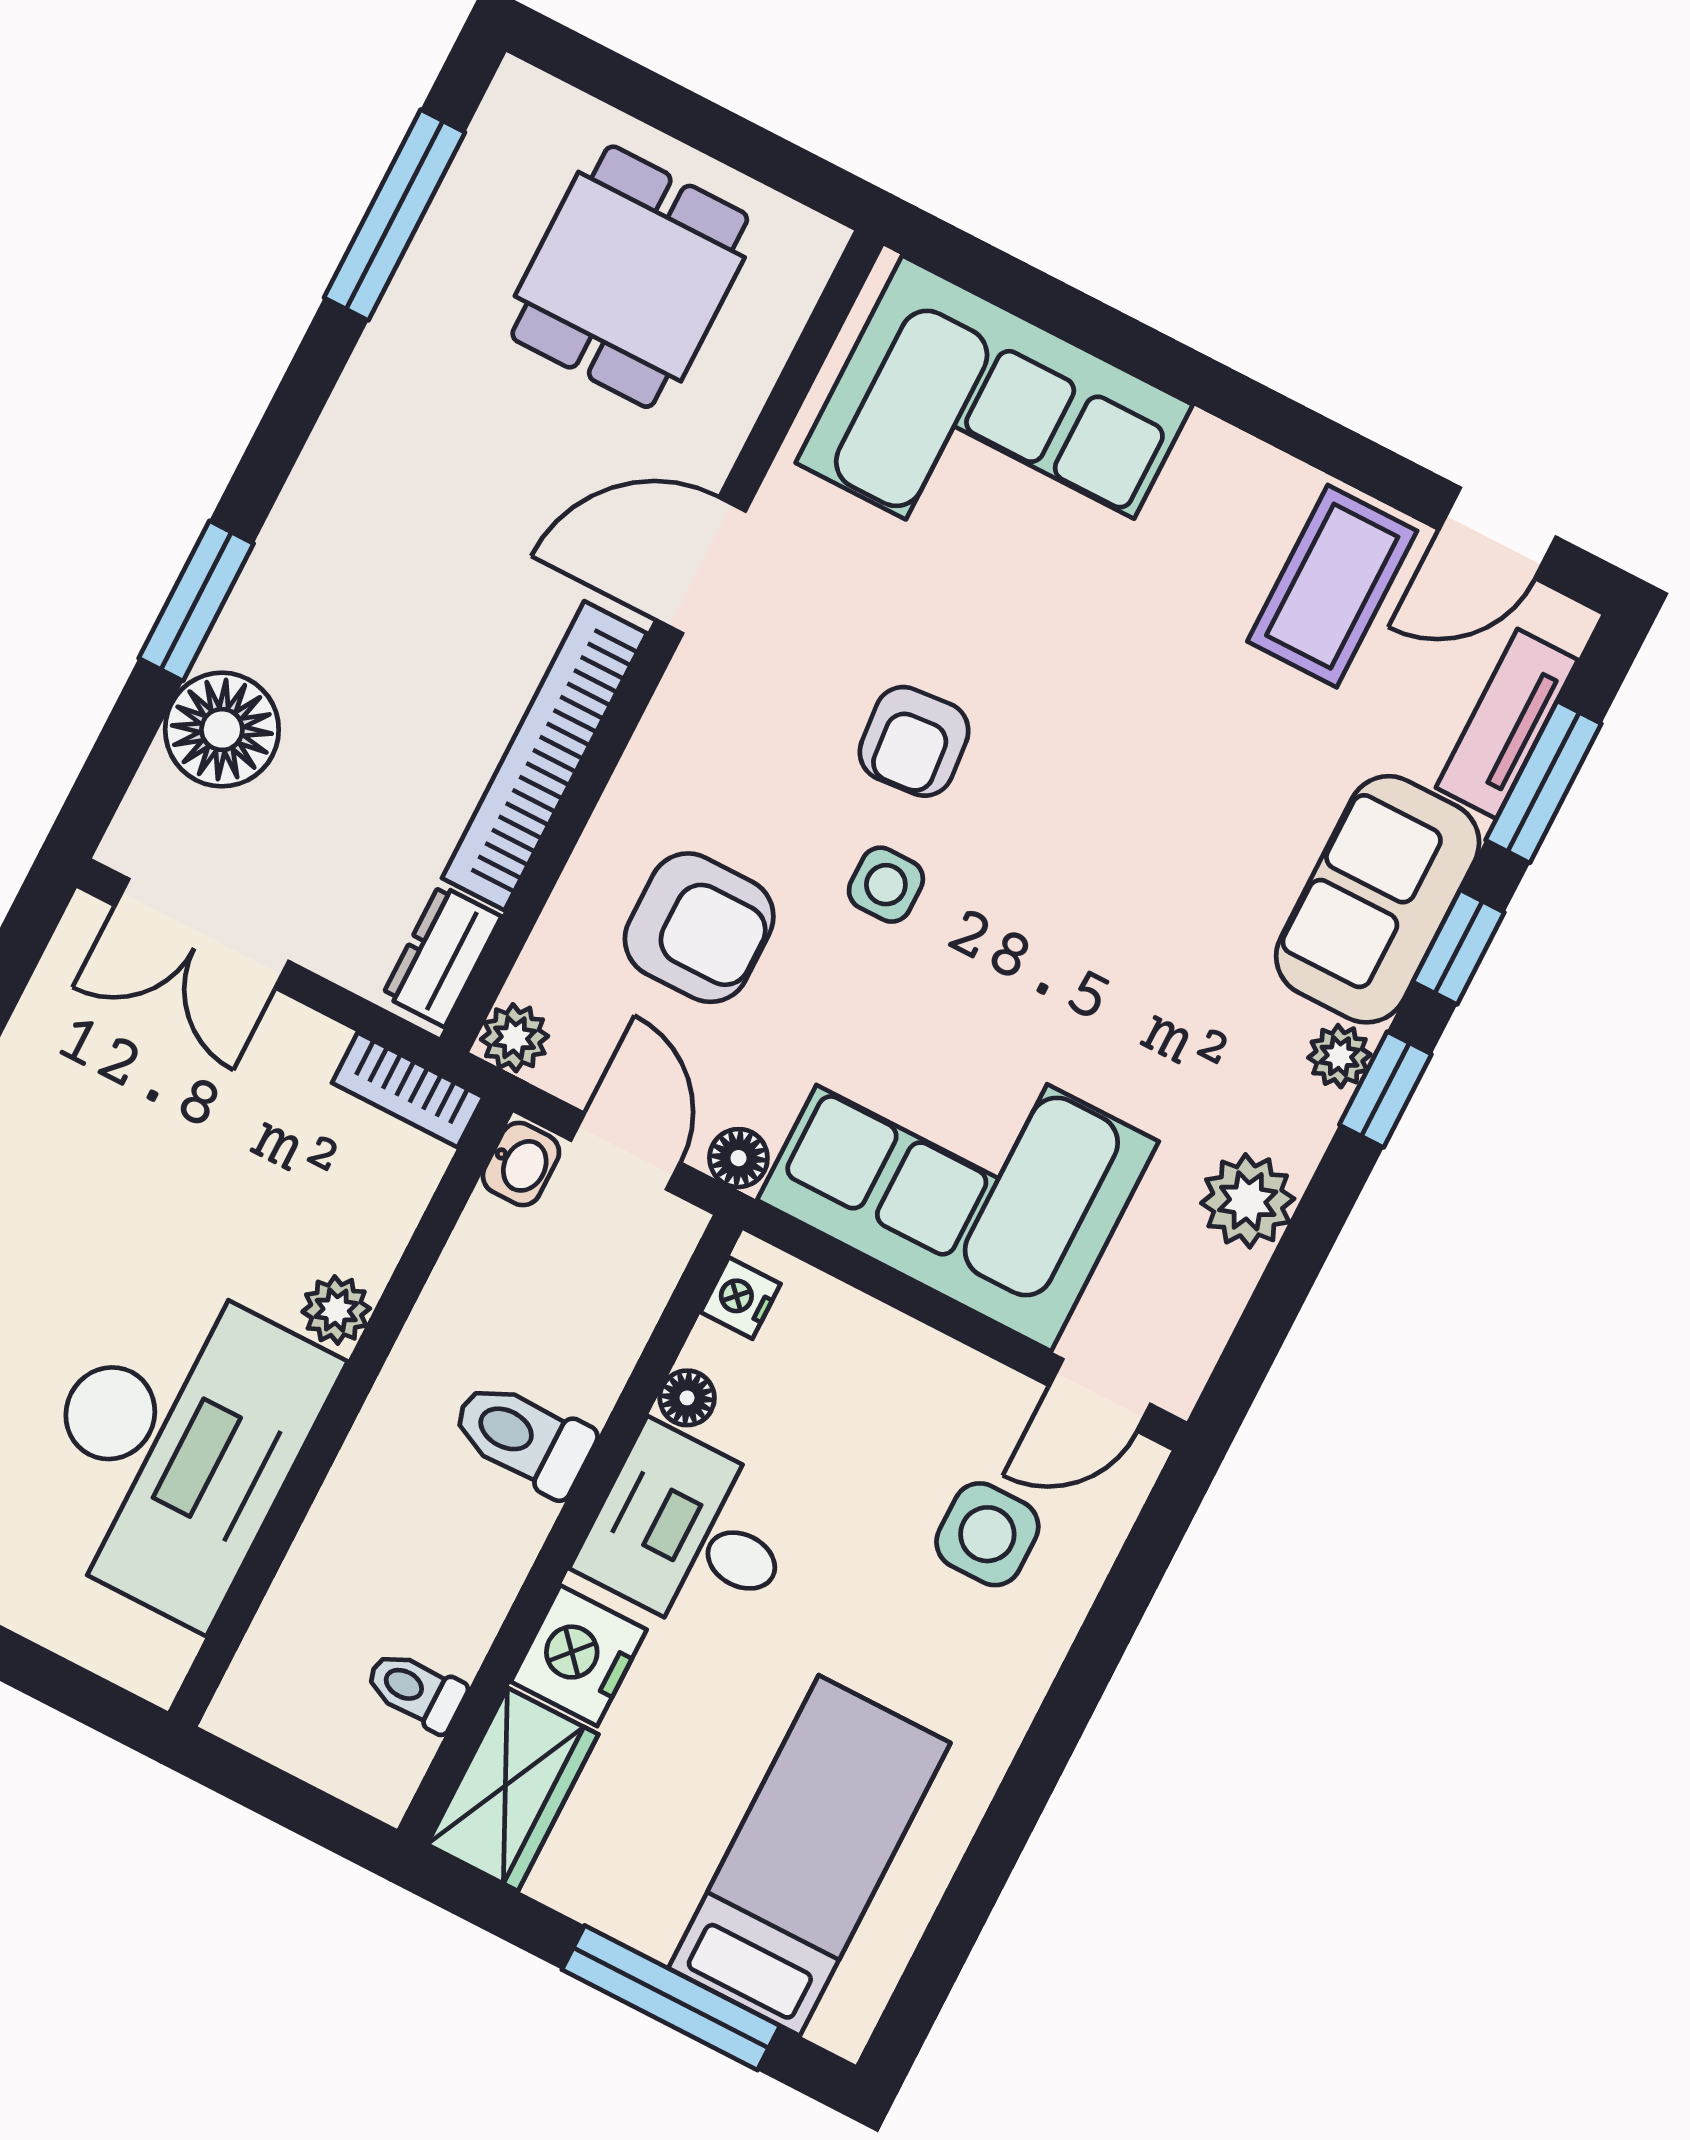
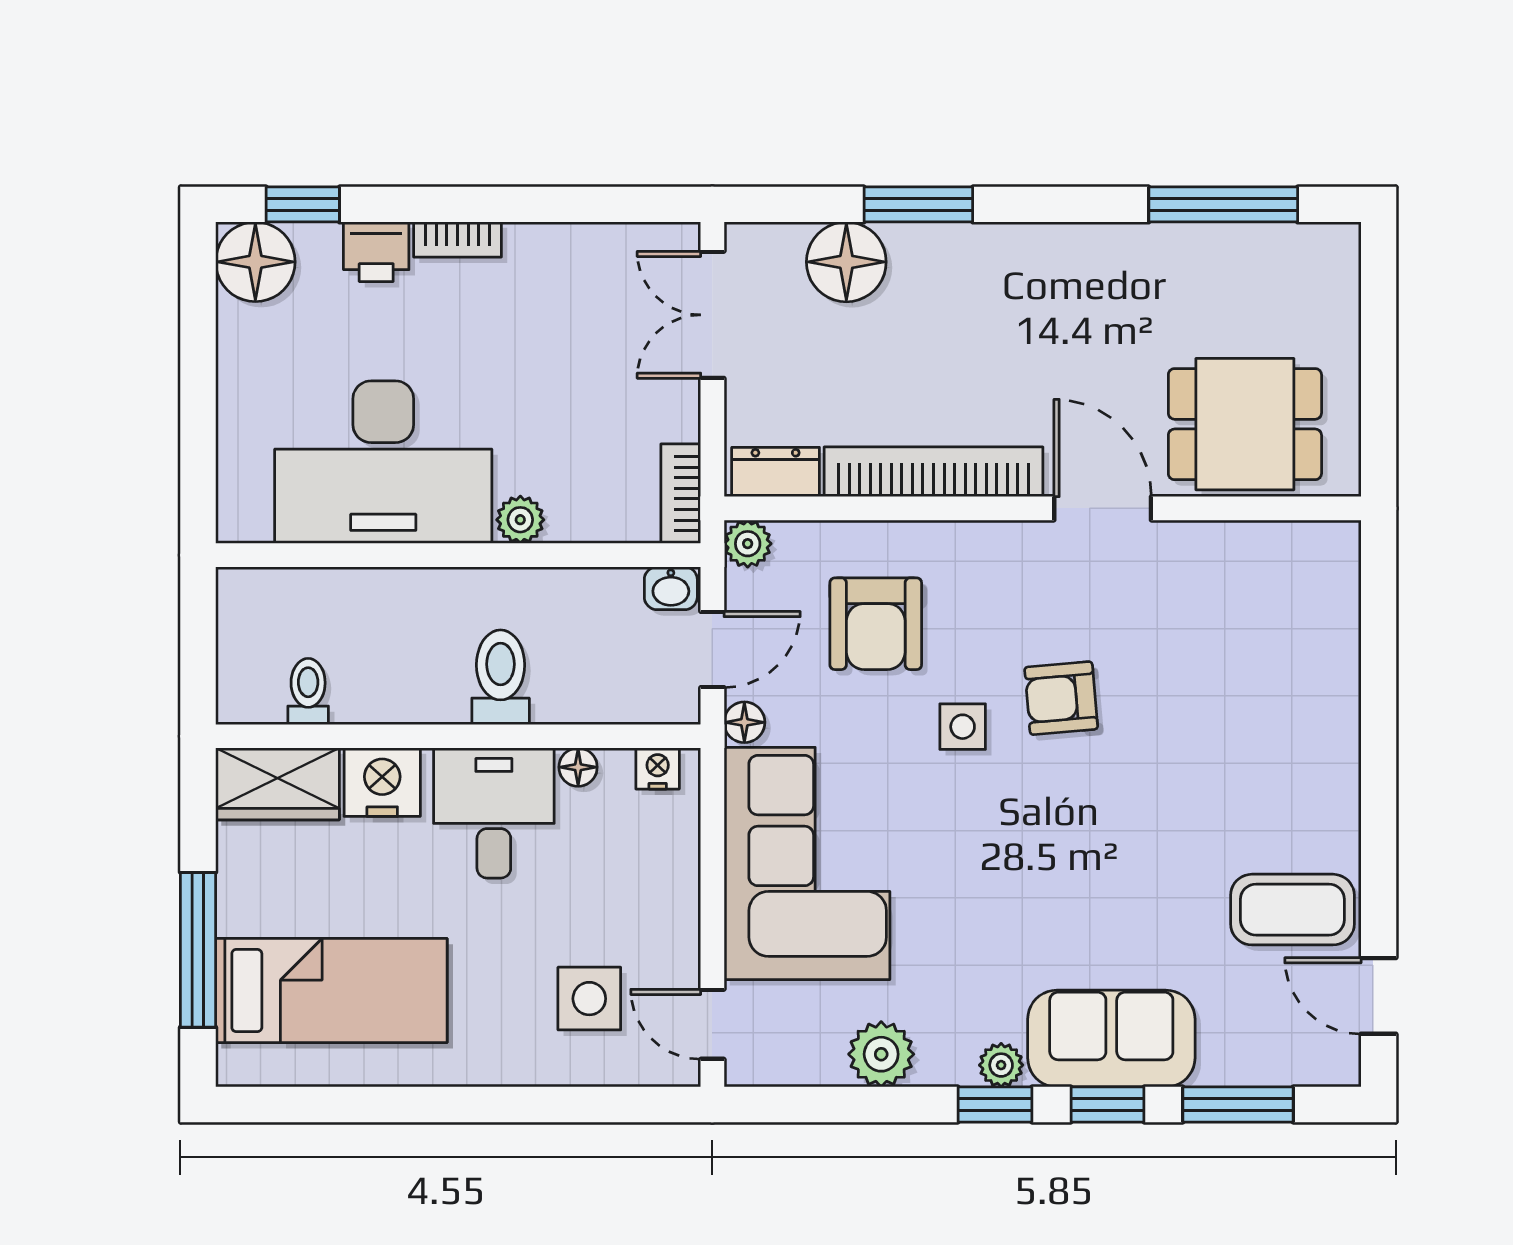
dining table: (630, 277) -> (1245, 424), moved
corner sofa: (994, 434) -> (1279, 649), removed
tv unit: (1507, 724) -> (1263, 1063), removed

